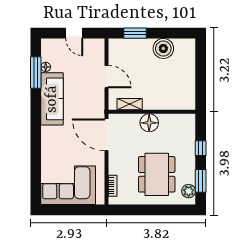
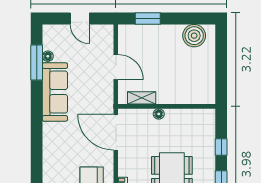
boiler: (163, 48) -> (194, 36), moved
floor lamp: (149, 123) -> (159, 114), width x0.53, depth x0.53

